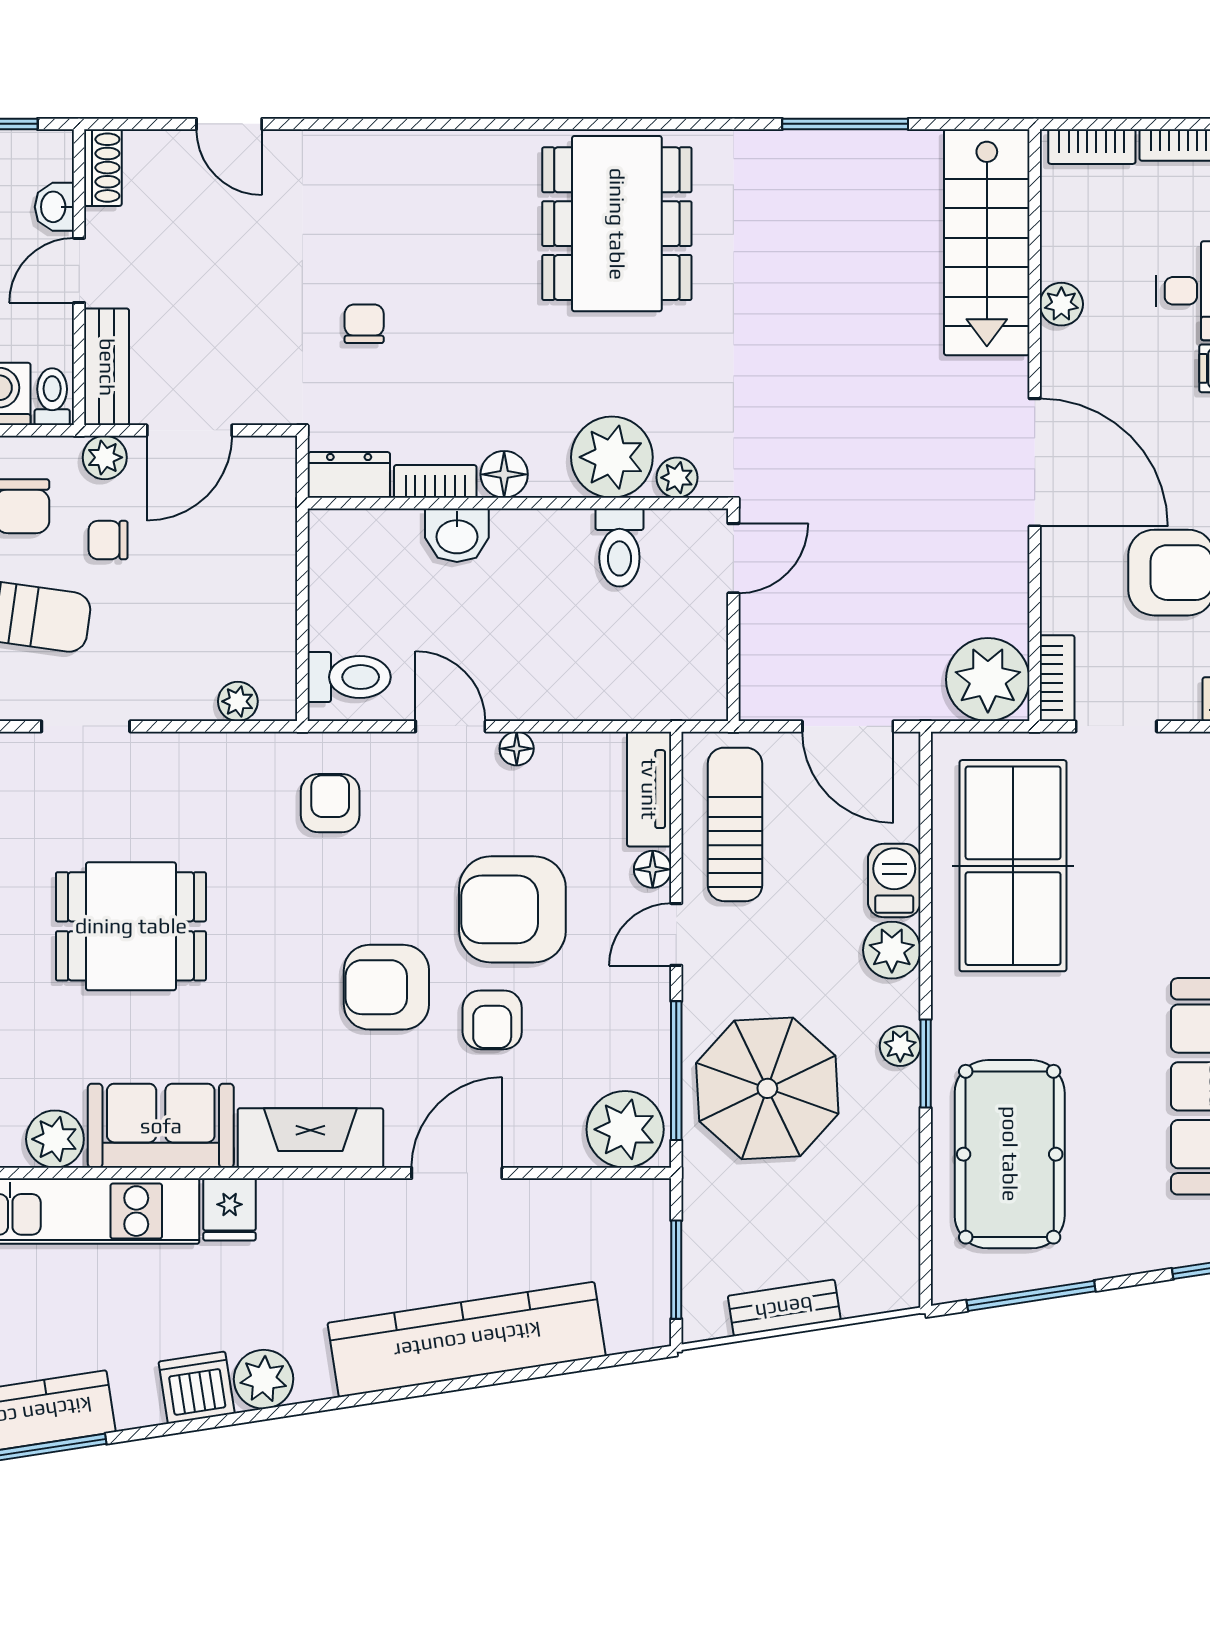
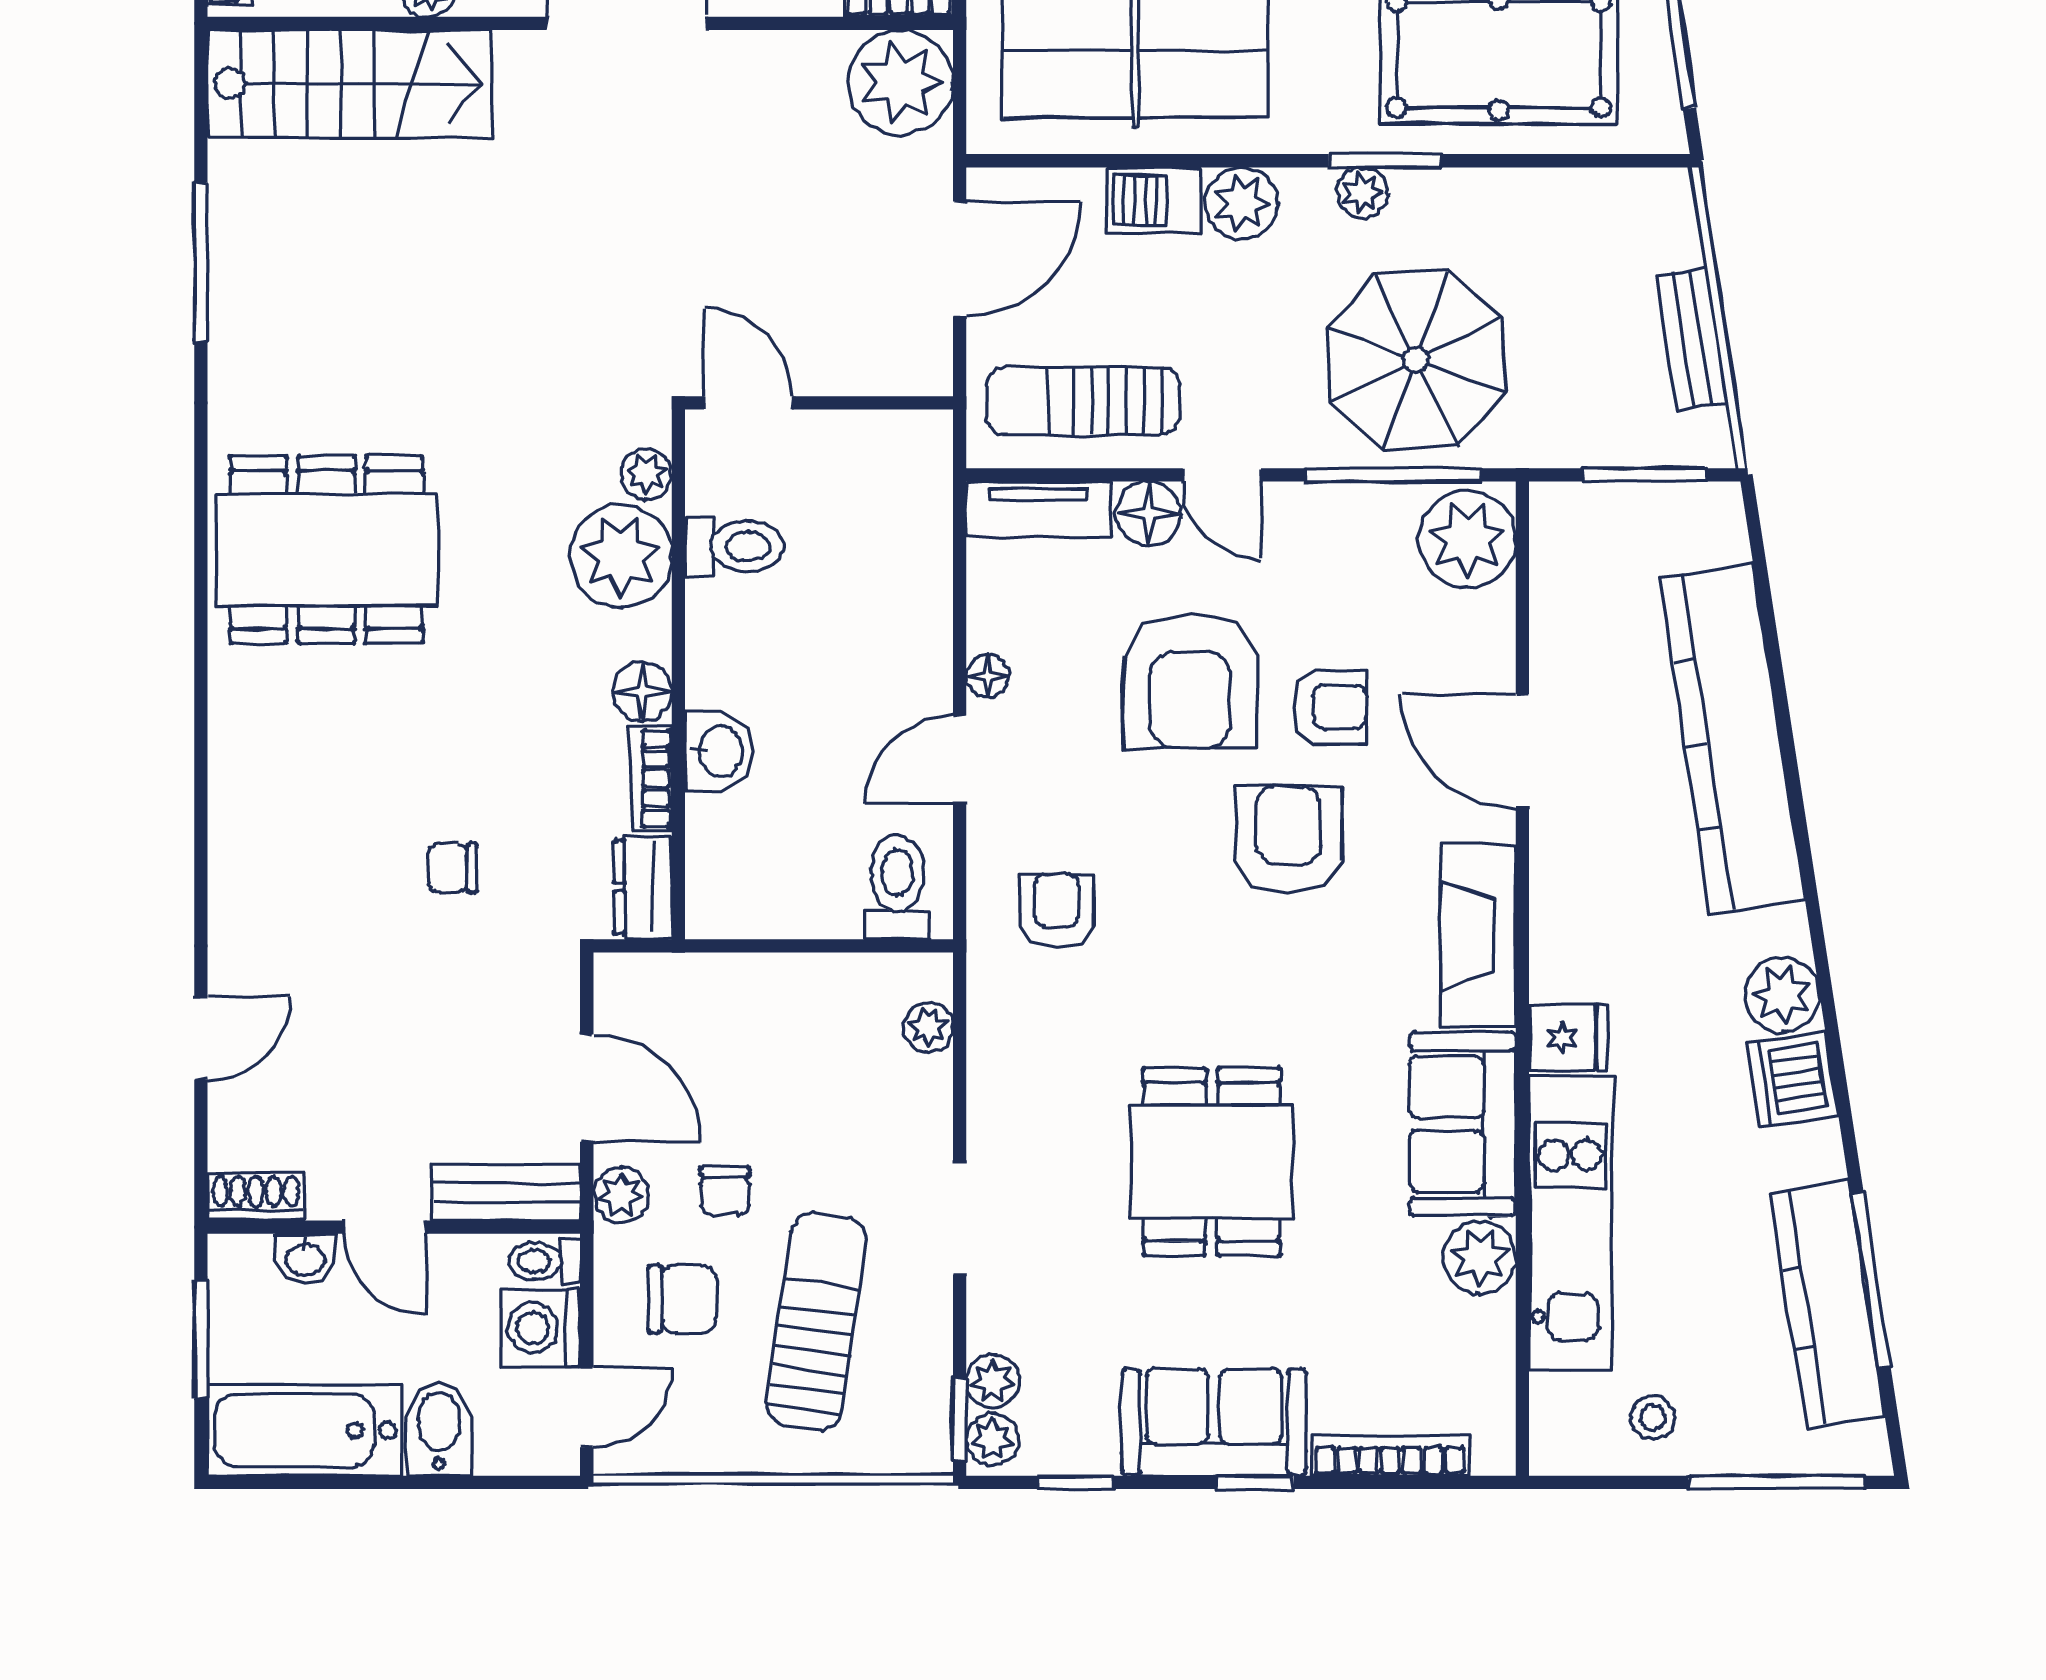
armchair: (330, 803) -> (1056, 911), turned 90
floor lamp: (653, 869) -> (1148, 513), width x1.37, depth x1.37
armchair: (386, 987) -> (1288, 840), turned 180

